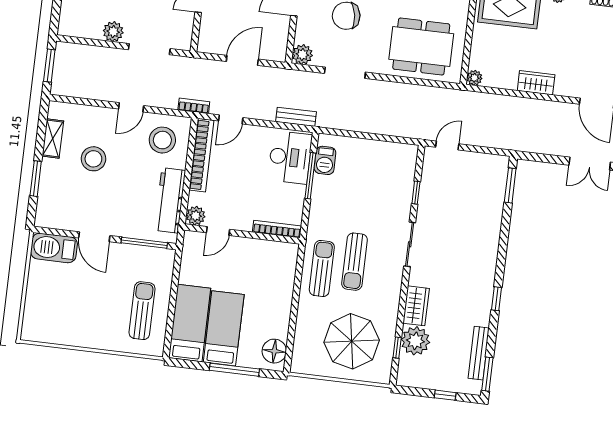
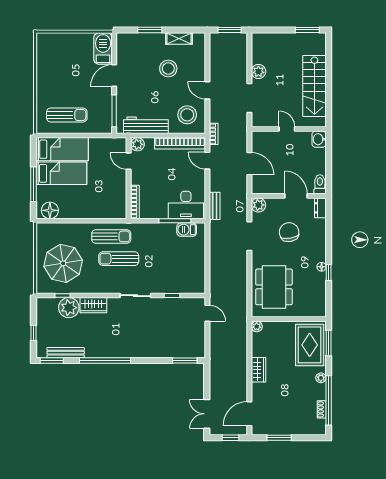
window: (496, 299) -> (105, 360), width x3.17

